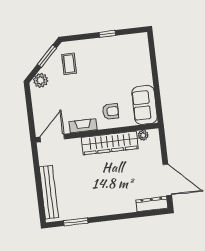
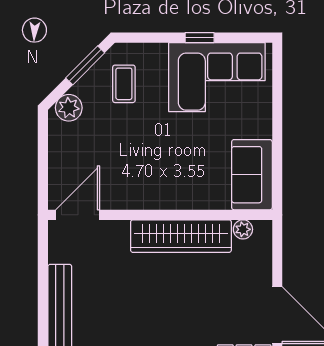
corner sofa: (119, 54) -> (217, 77), added
armchair: (111, 111) -> (189, 179), removed
fireplace: (83, 126) -> (136, 199), removed

